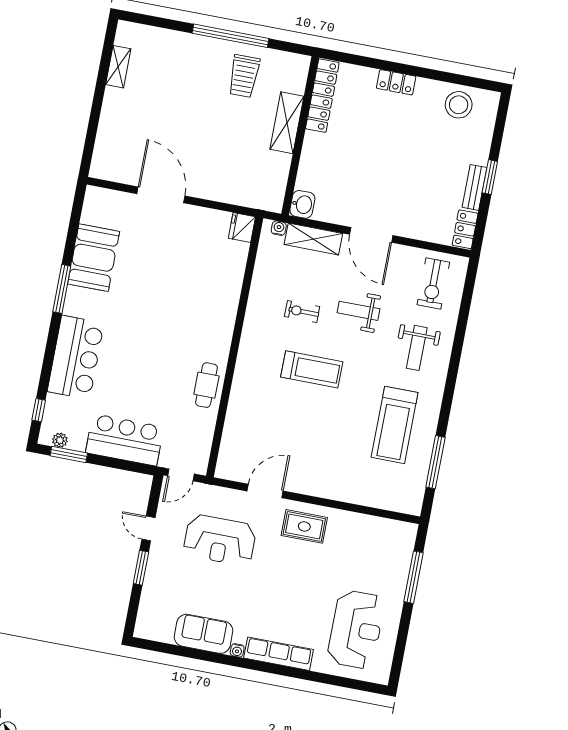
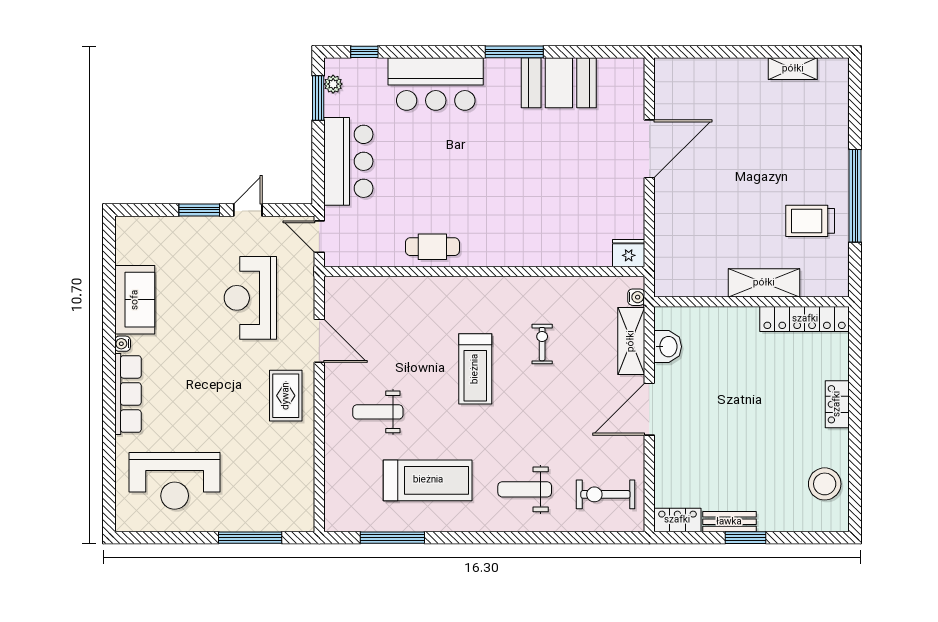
washbasin: (302, 204) -> (668, 347), moved, turned -90
weight bench: (359, 311) -> (378, 412), moved, turned -90
treadmill: (395, 425) -> (428, 480), turned 180

